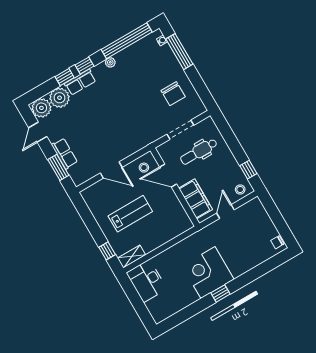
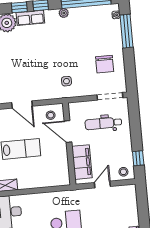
side table: (144, 127) -> (66, 81), added
doorway: (180, 130) -> (110, 96), moved

